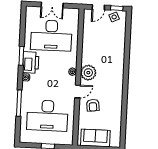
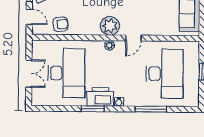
door: (78, 91) -> (133, 38), swing flipped
armchair: (93, 105) -> (61, 24), moved

